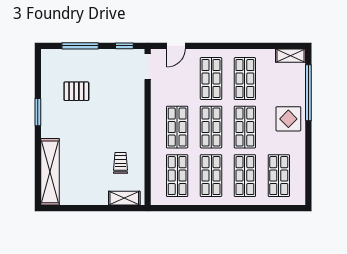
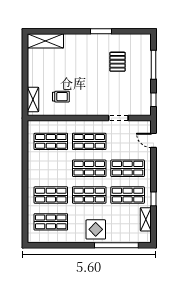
window: (250, 46) -> (153, 199), added
shelving: (290, 56) -> (146, 219), moved
doorway: (148, 67) -> (118, 118), moved
shelving: (50, 172) -> (45, 41), width x0.68
shop shelf: (211, 176) -> (51, 168), removed

